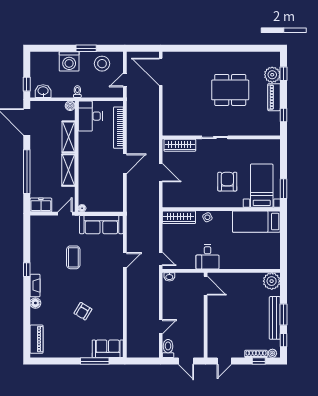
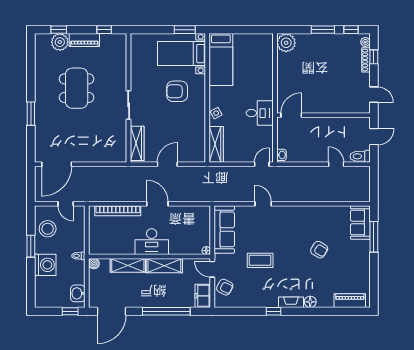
window: (207, 48) -> (31, 114), added
desk: (90, 116) -> (152, 242), moved
armchair: (49, 225) -> (225, 287), added
bench: (275, 318) -> (327, 39), removed

